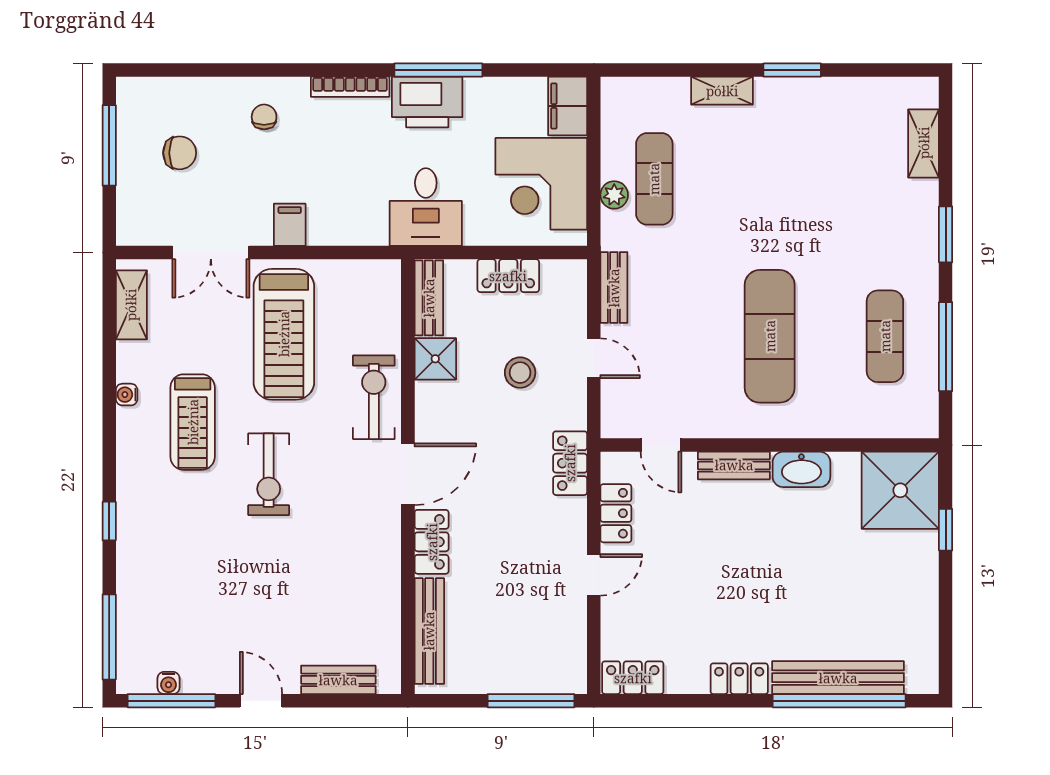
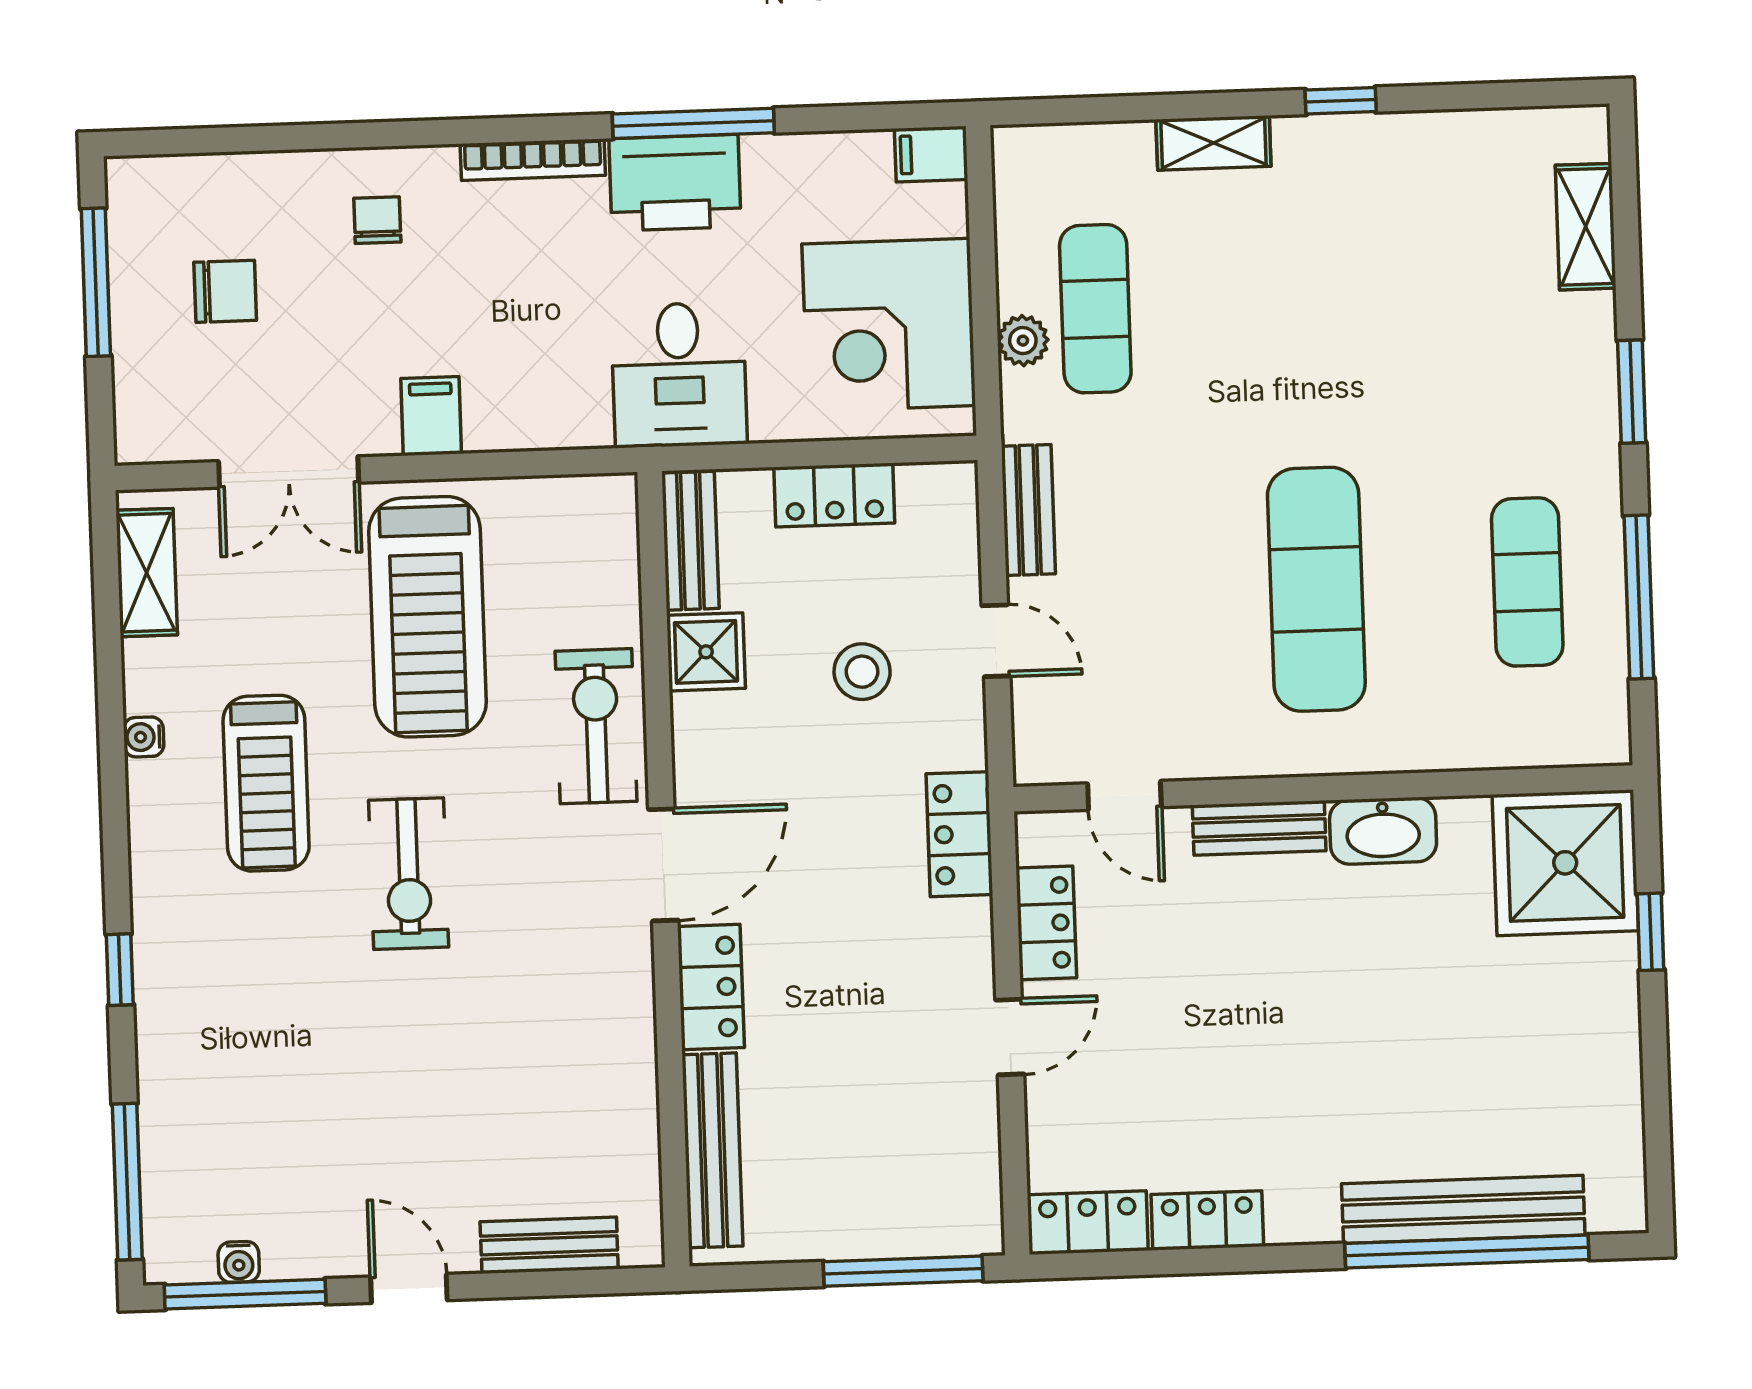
window: (792, 70) -> (1341, 101), width x0.67
filing cabinet: (568, 106) -> (931, 154), width x0.50
locker: (739, 679) -> (1207, 1220), moved

